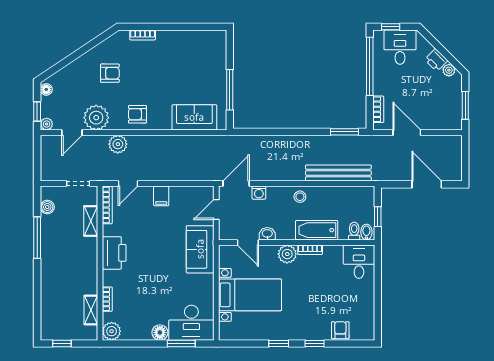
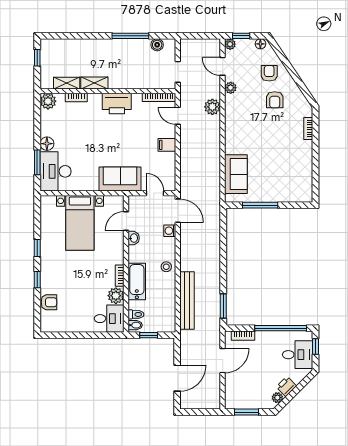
armchair: (137, 114) -> (269, 73), moved
plant: (96, 118) -> (231, 88), width x0.53, depth x0.53
shelving: (91, 221) -> (94, 83), moved
plant: (287, 254) -> (116, 296), moved

